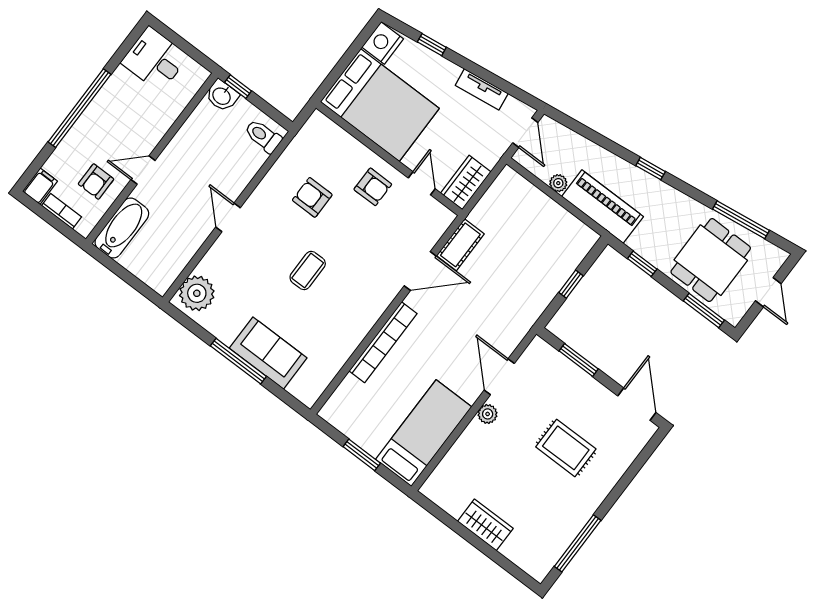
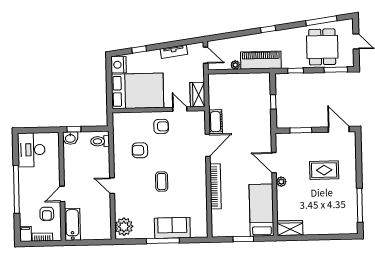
desk: (155, 59) -> (31, 150), width x1.37
wardrobe: (485, 525) -> (290, 228), moved

